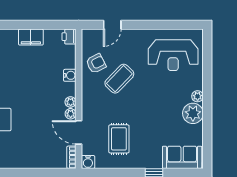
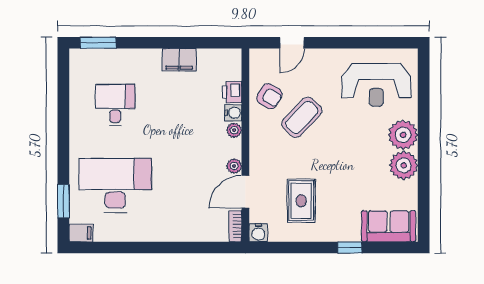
printer: (69, 37) -> (232, 92), moved
armchair: (96, 63) -> (269, 96), turned 58
plant: (198, 96) -> (403, 135), width x1.88, depth x1.88
plant: (71, 102) -> (234, 130), moved
door: (79, 132) -> (245, 192), hinge flipped

